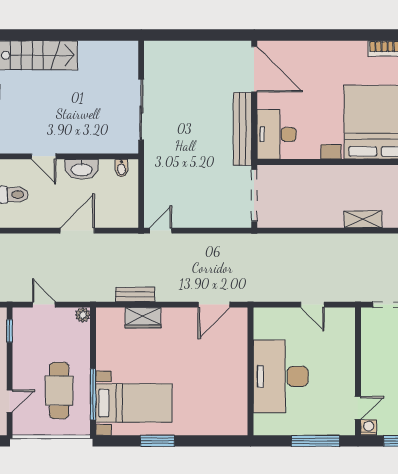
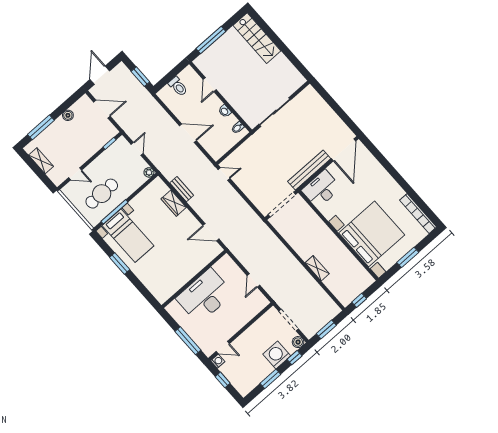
washbasin: (82, 169) -> (225, 111), width x0.52, depth x0.69

